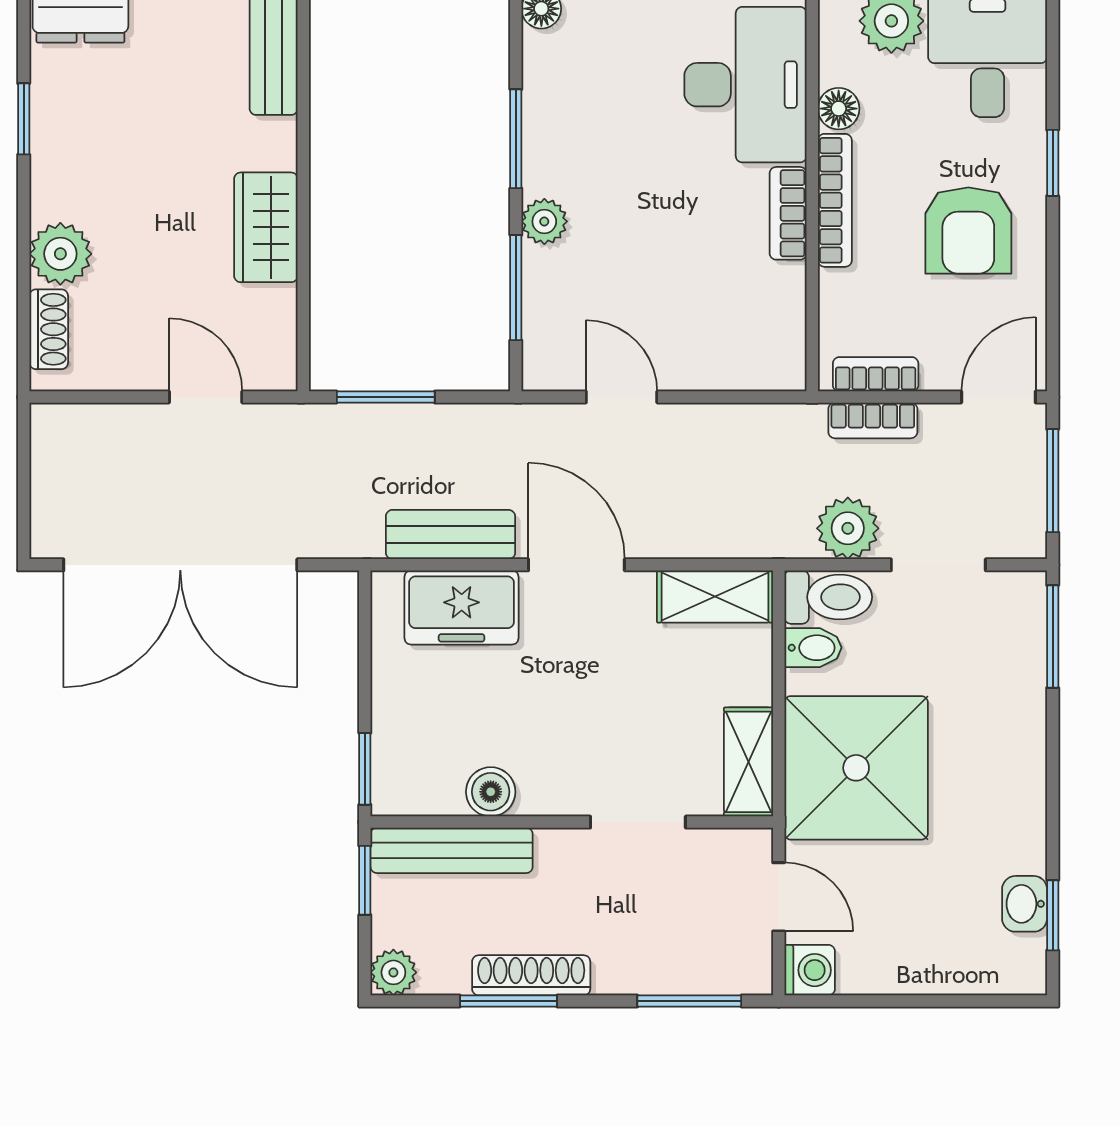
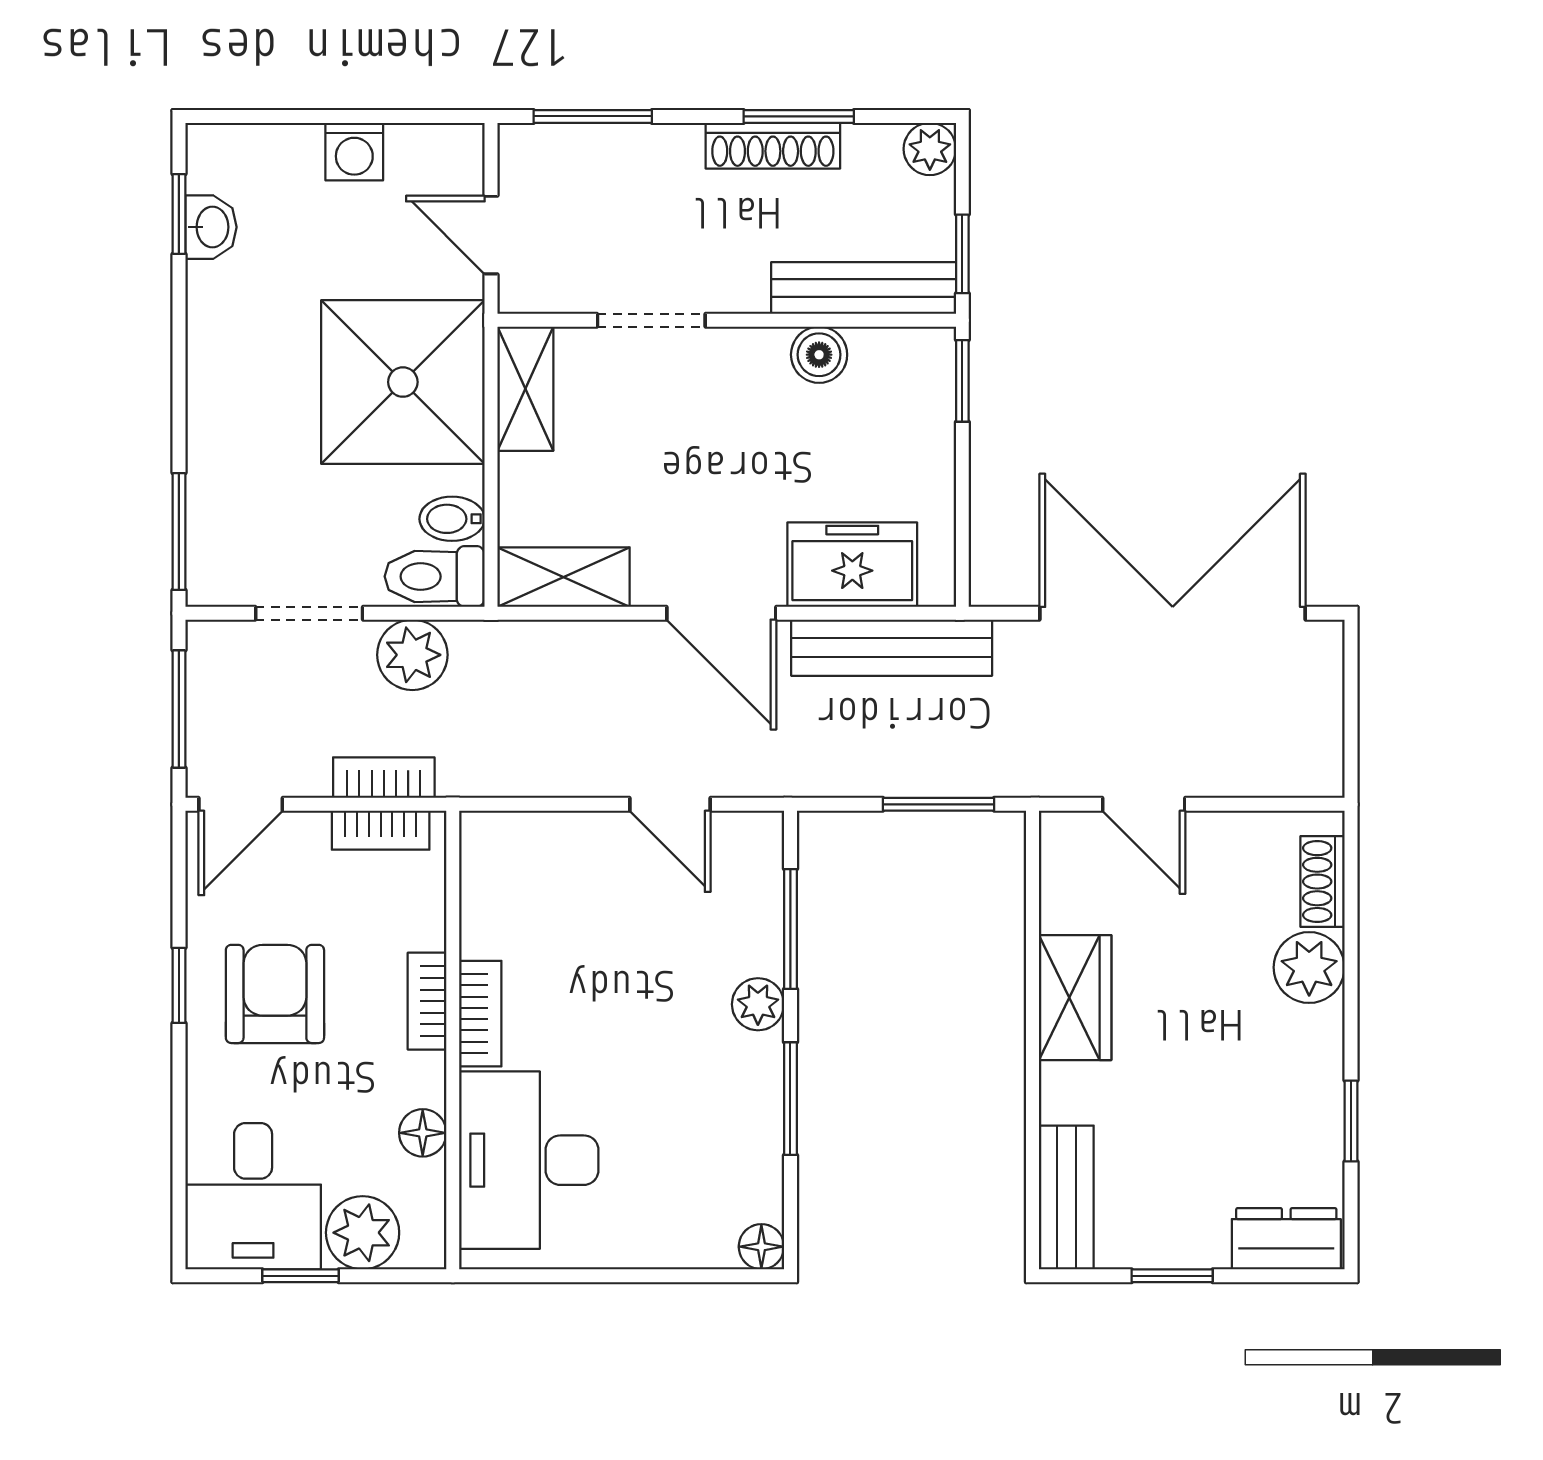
window: (1053, 163) -> (179, 985), moved
bookcase: (835, 200) -> (427, 1001), width x0.64
bench: (450, 535) -> (892, 648), width x1.36
washing machine: (810, 970) -> (354, 152), moved, turned -90

